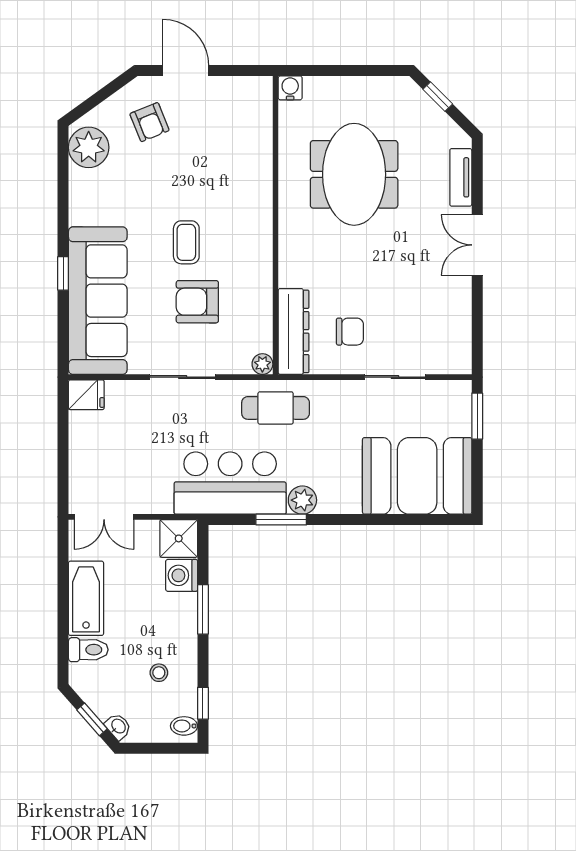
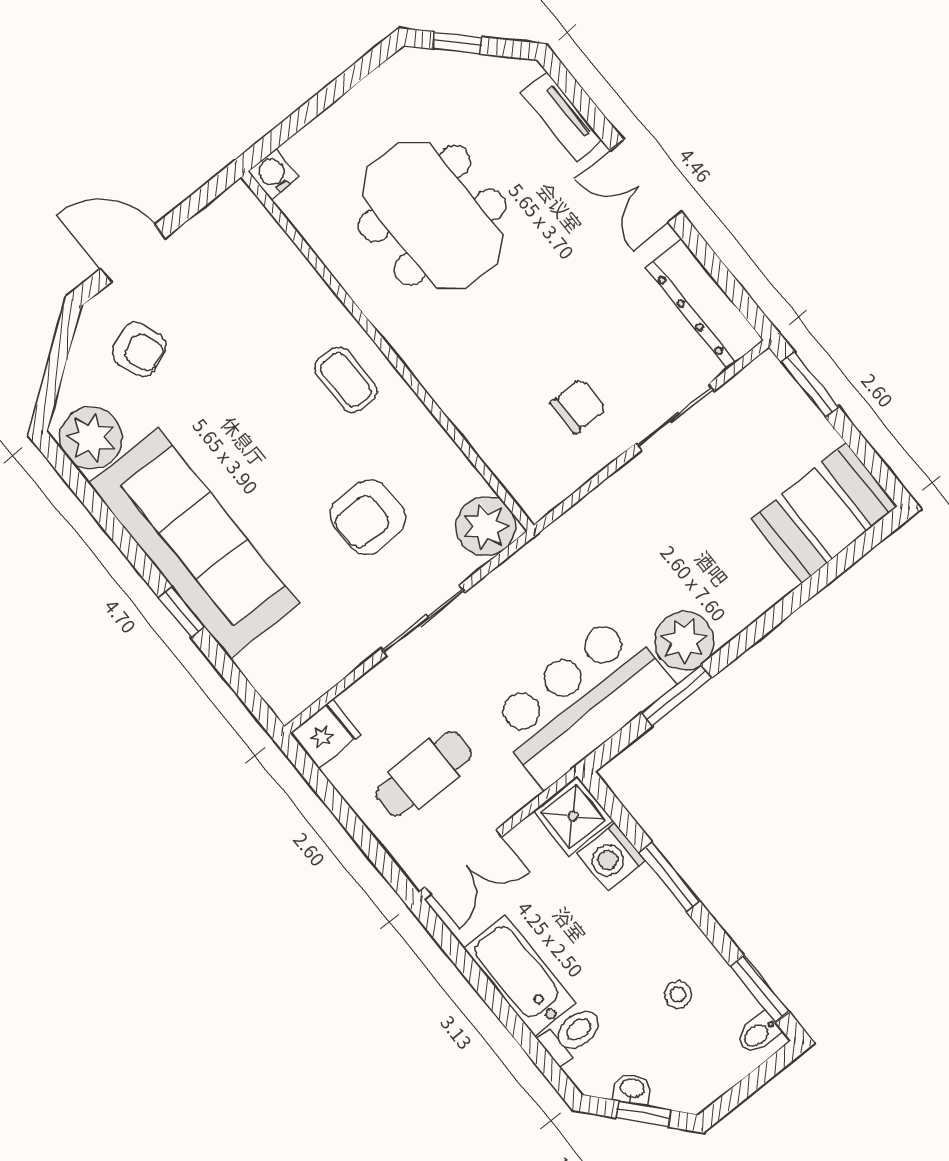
coffee table: (186, 242) -> (346, 380), moved
sofa: (98, 301) -> (194, 543), moved
dresser: (294, 331) -> (704, 304), moved, turned 180
plant: (262, 364) -> (486, 526), width x1.88, depth x1.88
cafe table: (276, 408) -> (424, 774), moved
booth: (417, 476) -> (824, 513), width x0.73, depth x0.70
plant: (302, 500) -> (684, 641), width x1.36, depth x1.36
window: (203, 703) -> (759, 989), width x1.50
washbasin: (118, 726) -> (632, 1089), moved

